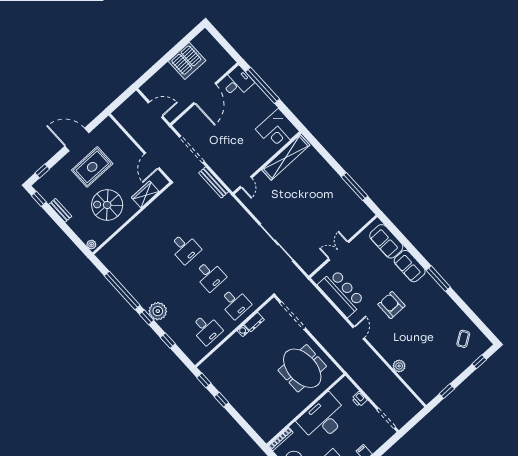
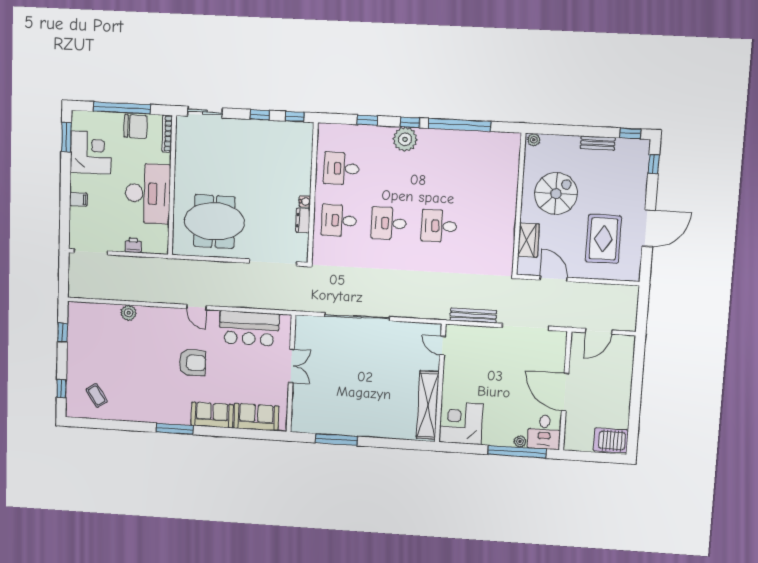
server rack: (187, 61) -> (611, 440), moved, width x0.62
plant: (255, 90) -> (520, 441), added
rug: (92, 167) -> (603, 239), moved
sliding door: (249, 430) -> (205, 112), added

